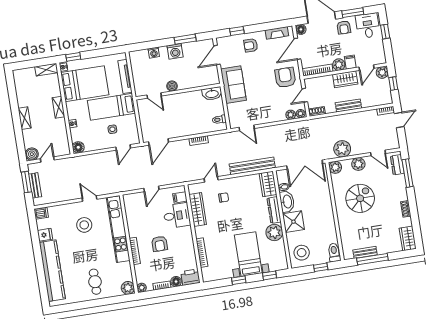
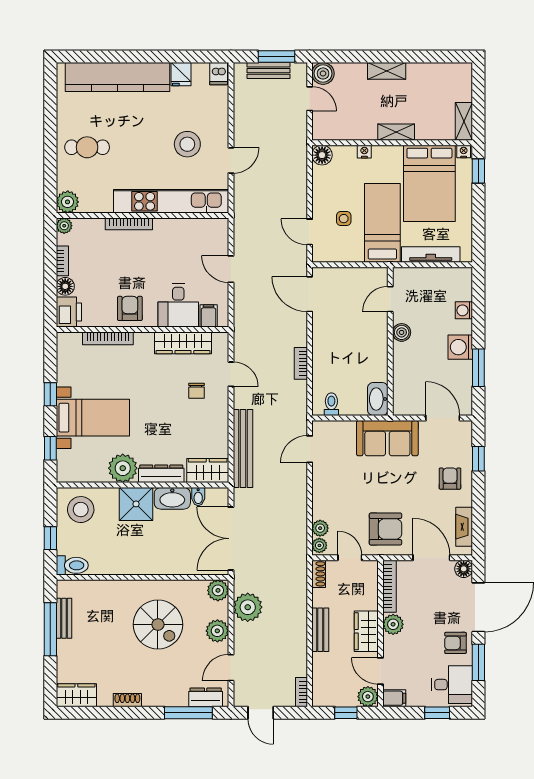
filing cabinet: (350, 62) -> (394, 698), moved
door: (399, 120) -> (261, 713), moved
armchair: (160, 244) -> (130, 308), moved, turned 90

